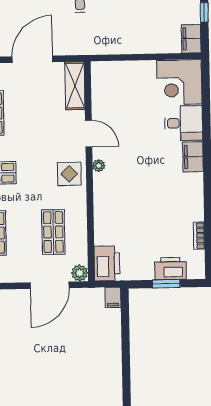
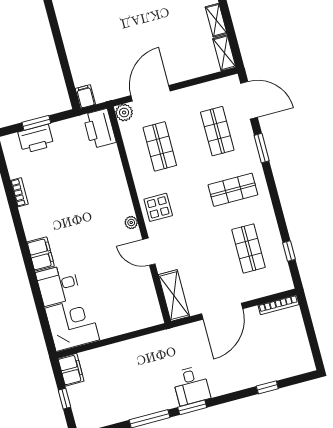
bookcase: (199, 236) -> (19, 192), moved

